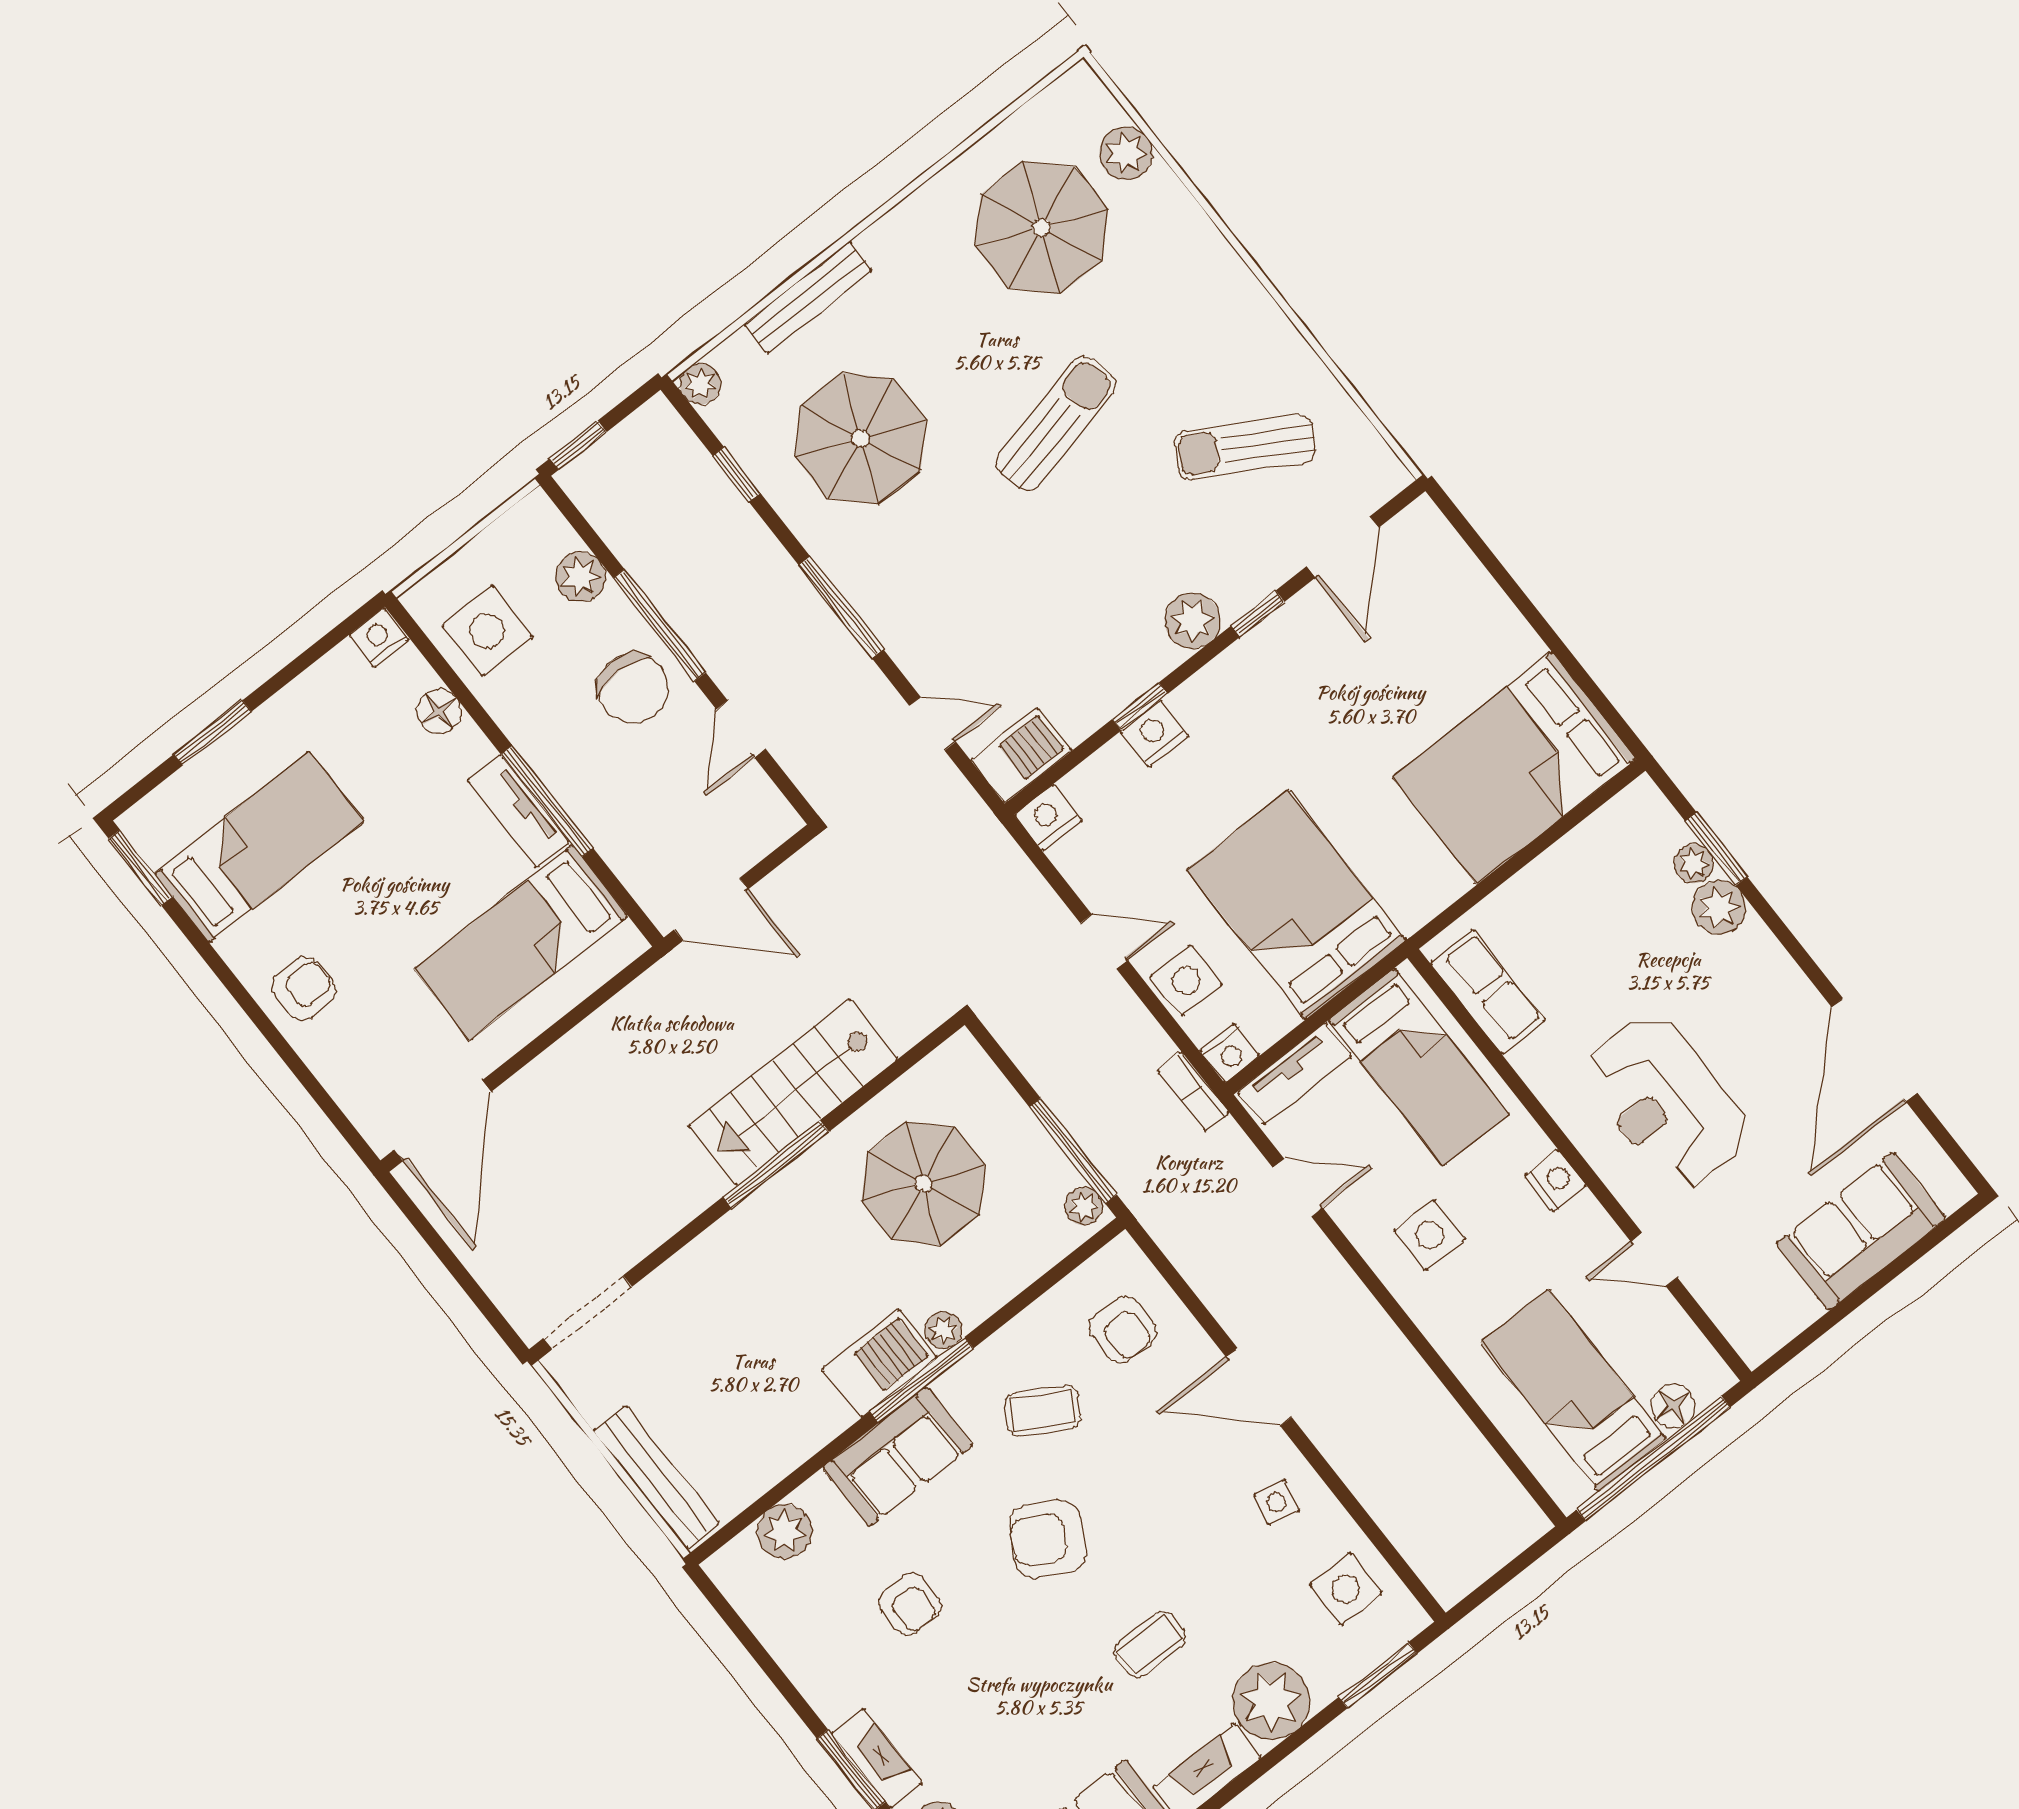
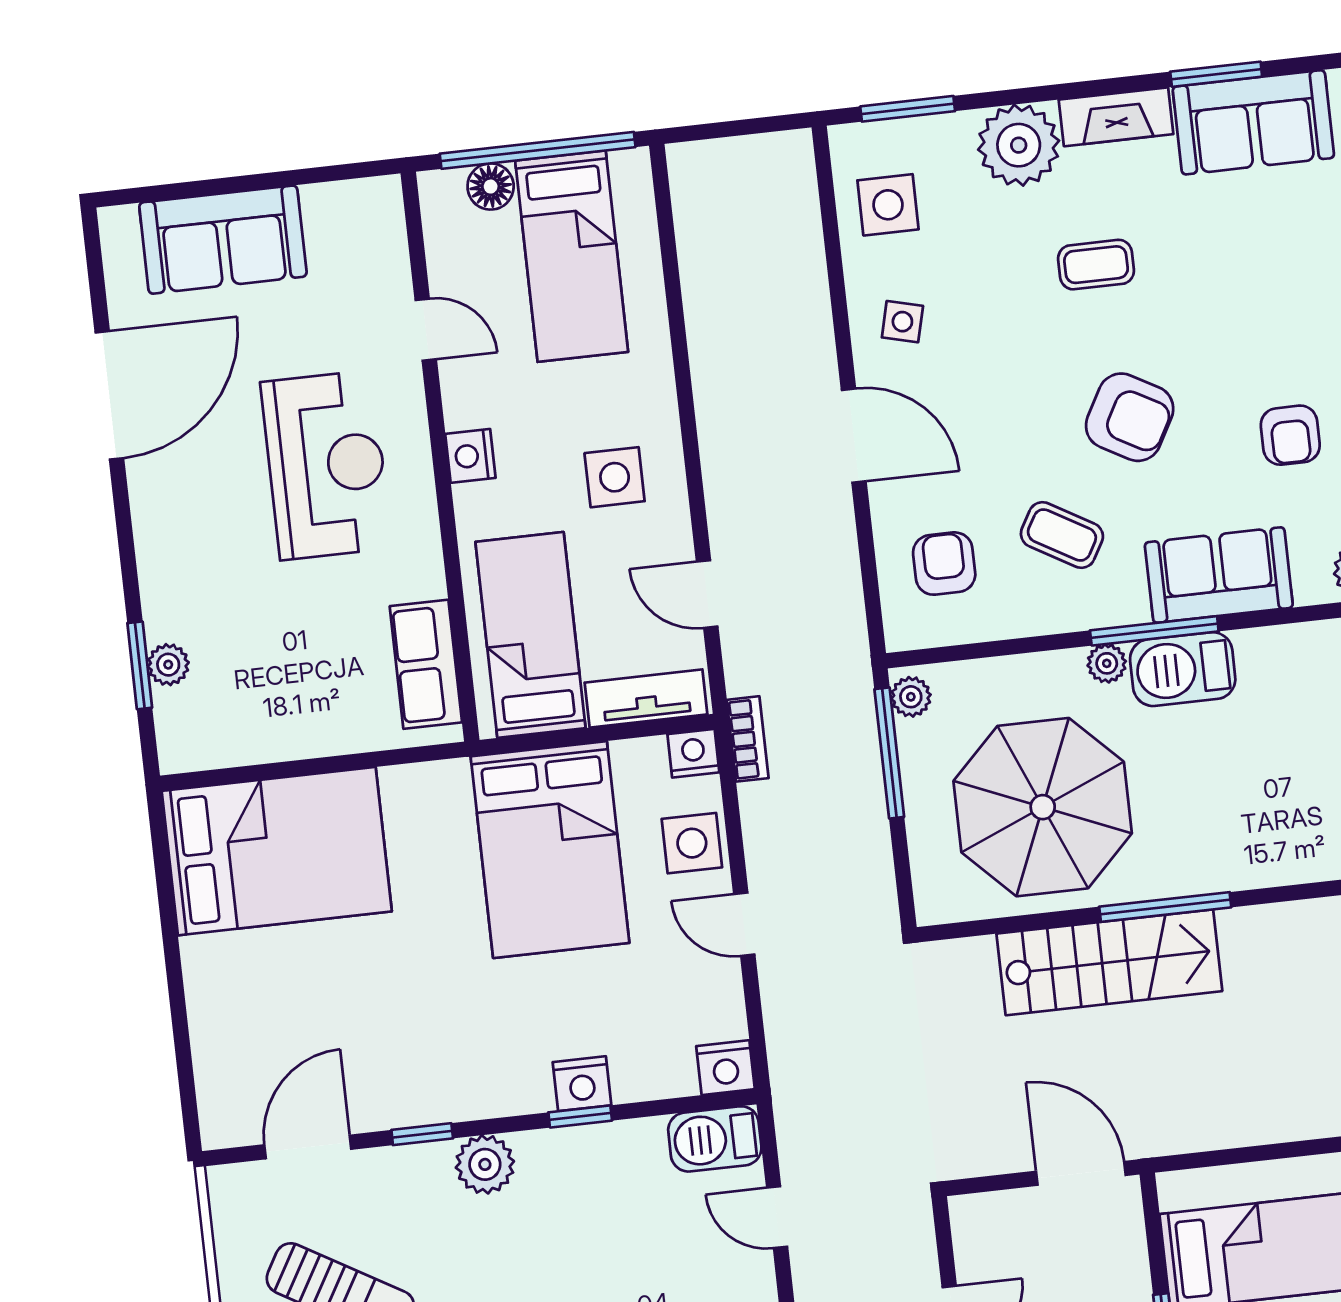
plant: (1719, 907) -> (170, 611), removed
parasol: (923, 1184) -> (1043, 807), width x1.36, depth x1.36
armchair: (910, 1604) -> (1290, 435), turned 180

